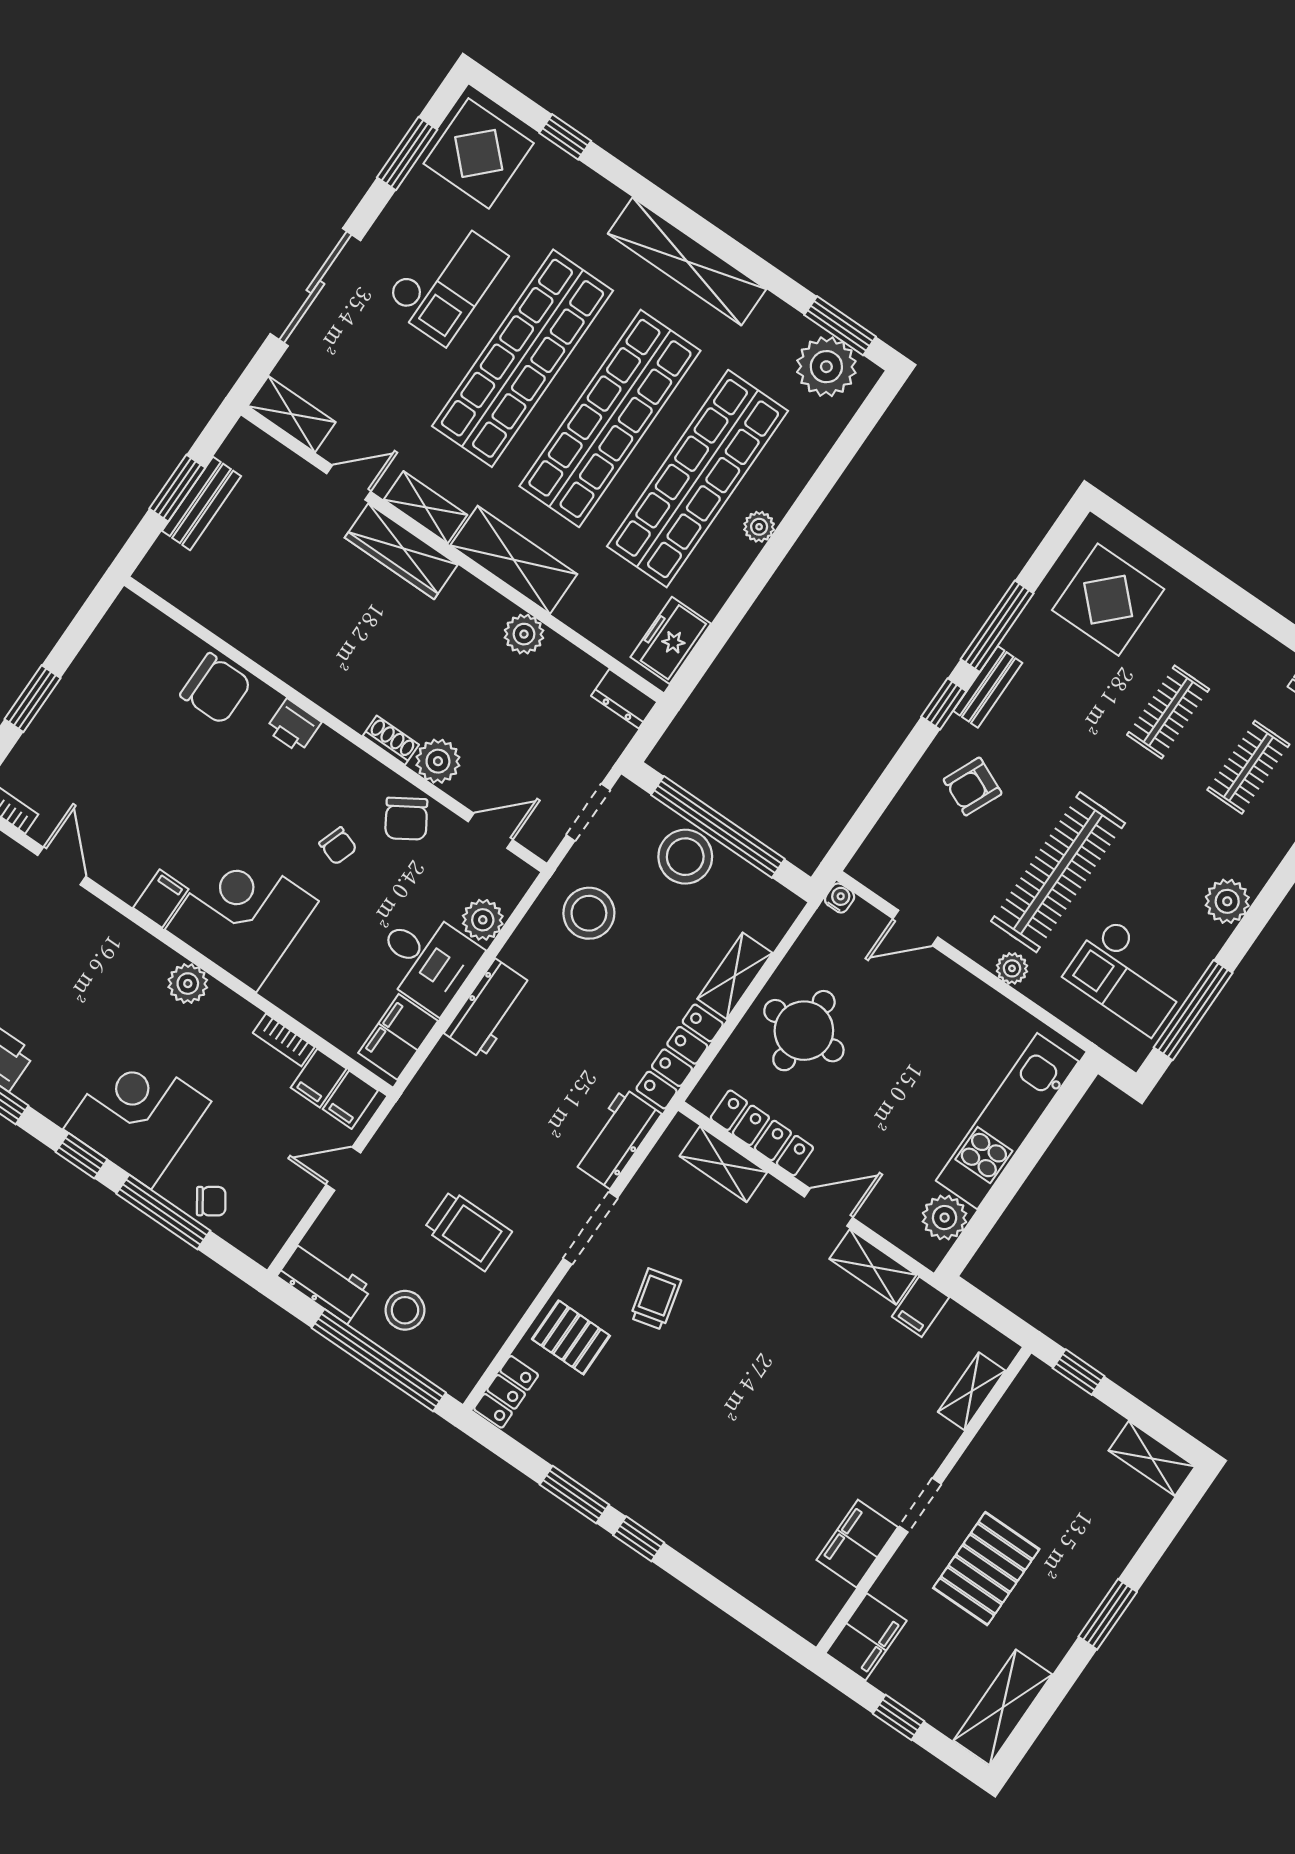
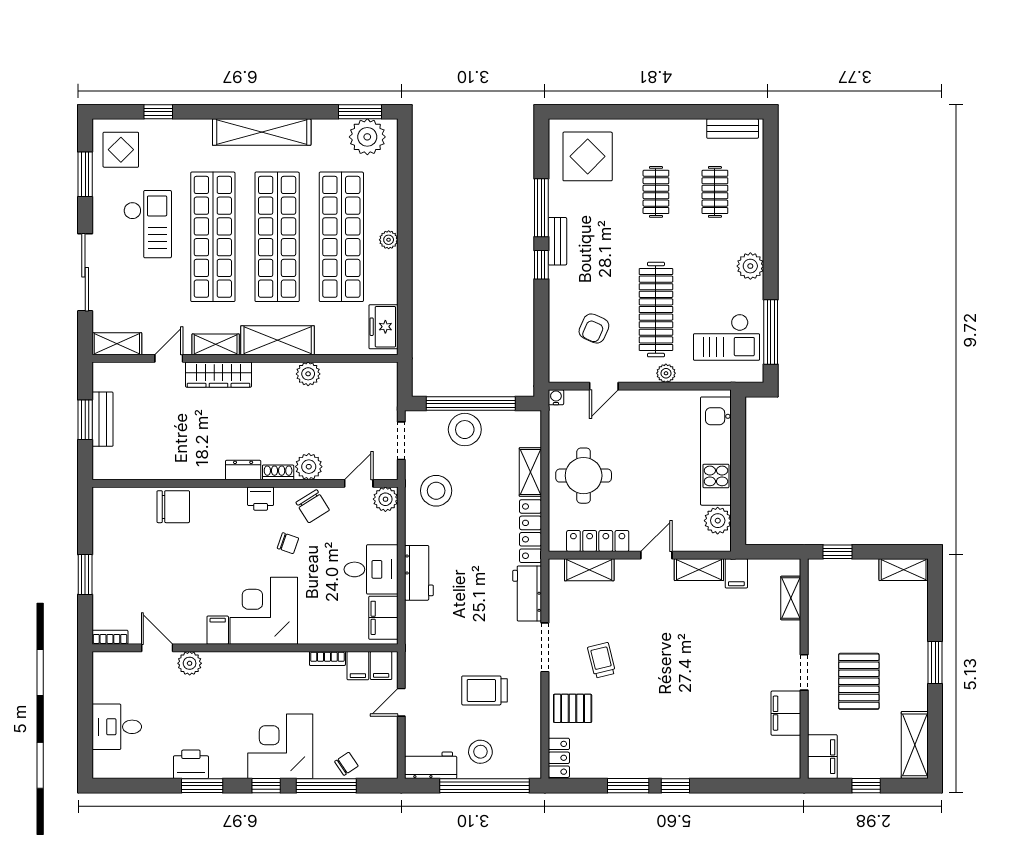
display table: (479, 153) -> (121, 150), width x0.73, depth x0.73
dresser: (624, 699) -> (243, 470), moved, turned 180
printer: (293, 726) -> (261, 499), moved
armchair: (973, 786) -> (594, 328), moved
plant: (483, 920) -> (385, 499), moved
plant: (188, 984) -> (190, 663), moved
trolley: (468, 1230) -> (484, 690), turned 180

